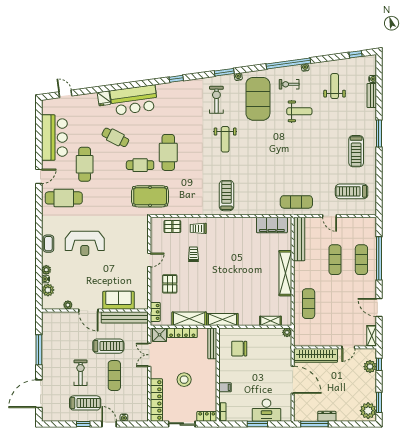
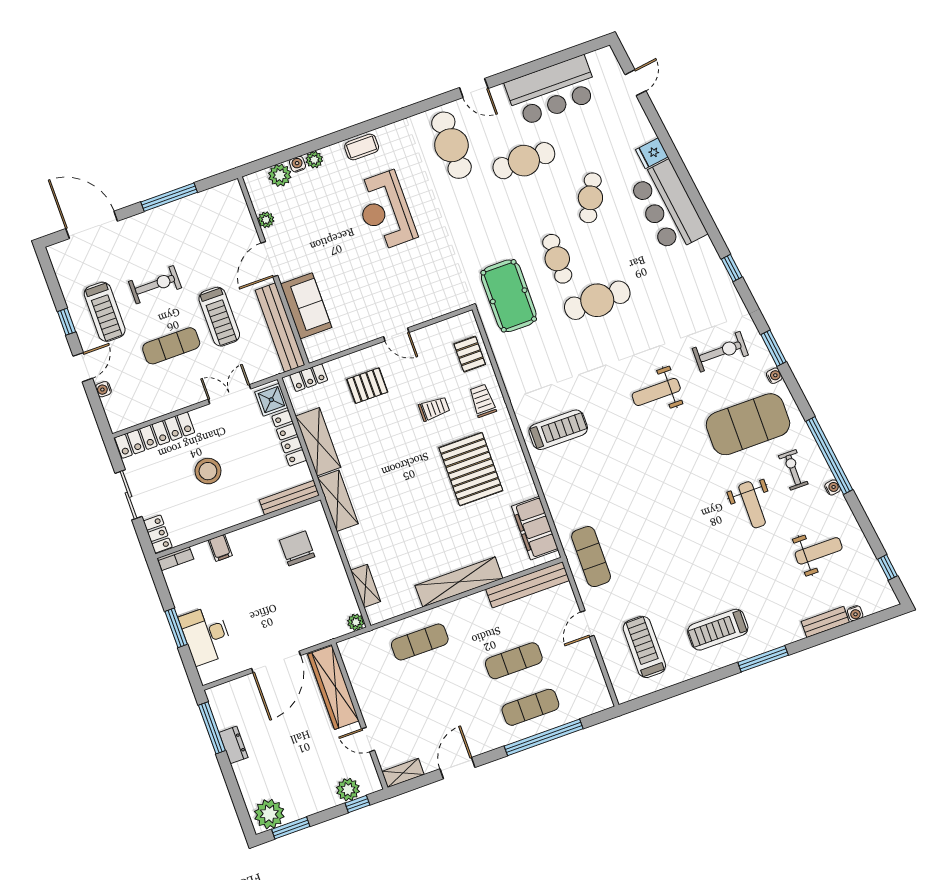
pallet: (231, 247) -> (471, 469), added

